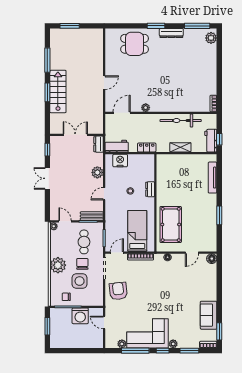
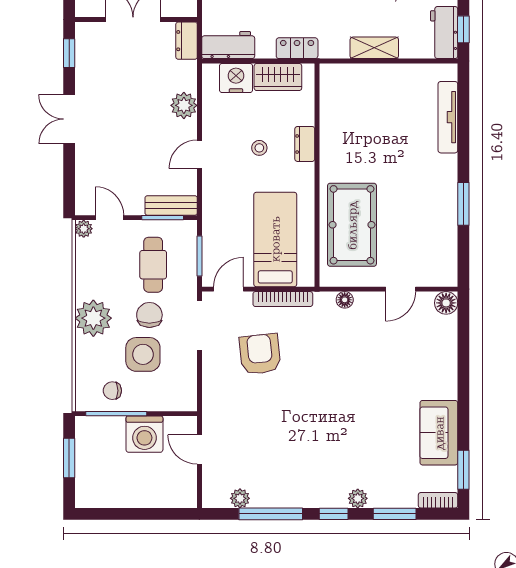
wardrobe: (138, 160) -> (278, 77), added
armchair: (118, 291) -> (260, 354), moved
corner sofa: (148, 333) -> (299, 474), removed

